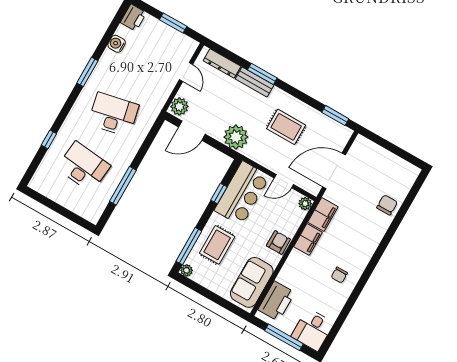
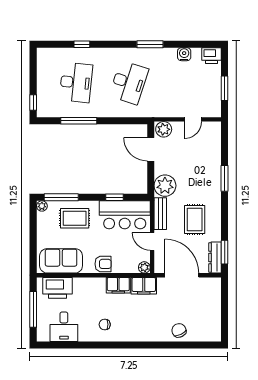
dresser: (222, 63) -> (215, 258), moved
bench: (255, 82) -> (160, 214), moved
desk: (113, 114) -> (129, 82), turned 30
chair: (387, 205) -> (179, 330), turned -115
window: (79, 221) -> (33, 103), added
desk: (312, 330) -> (64, 327), moved, turned -90

